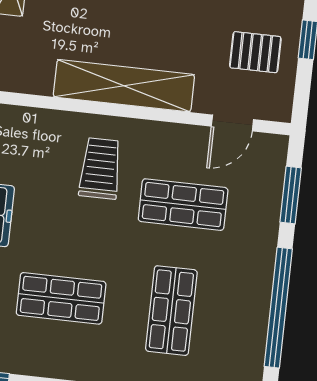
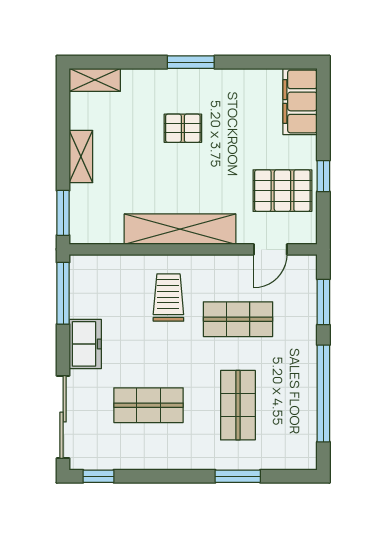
pallet: (255, 52) -> (282, 191), width x1.50, depth x1.42

